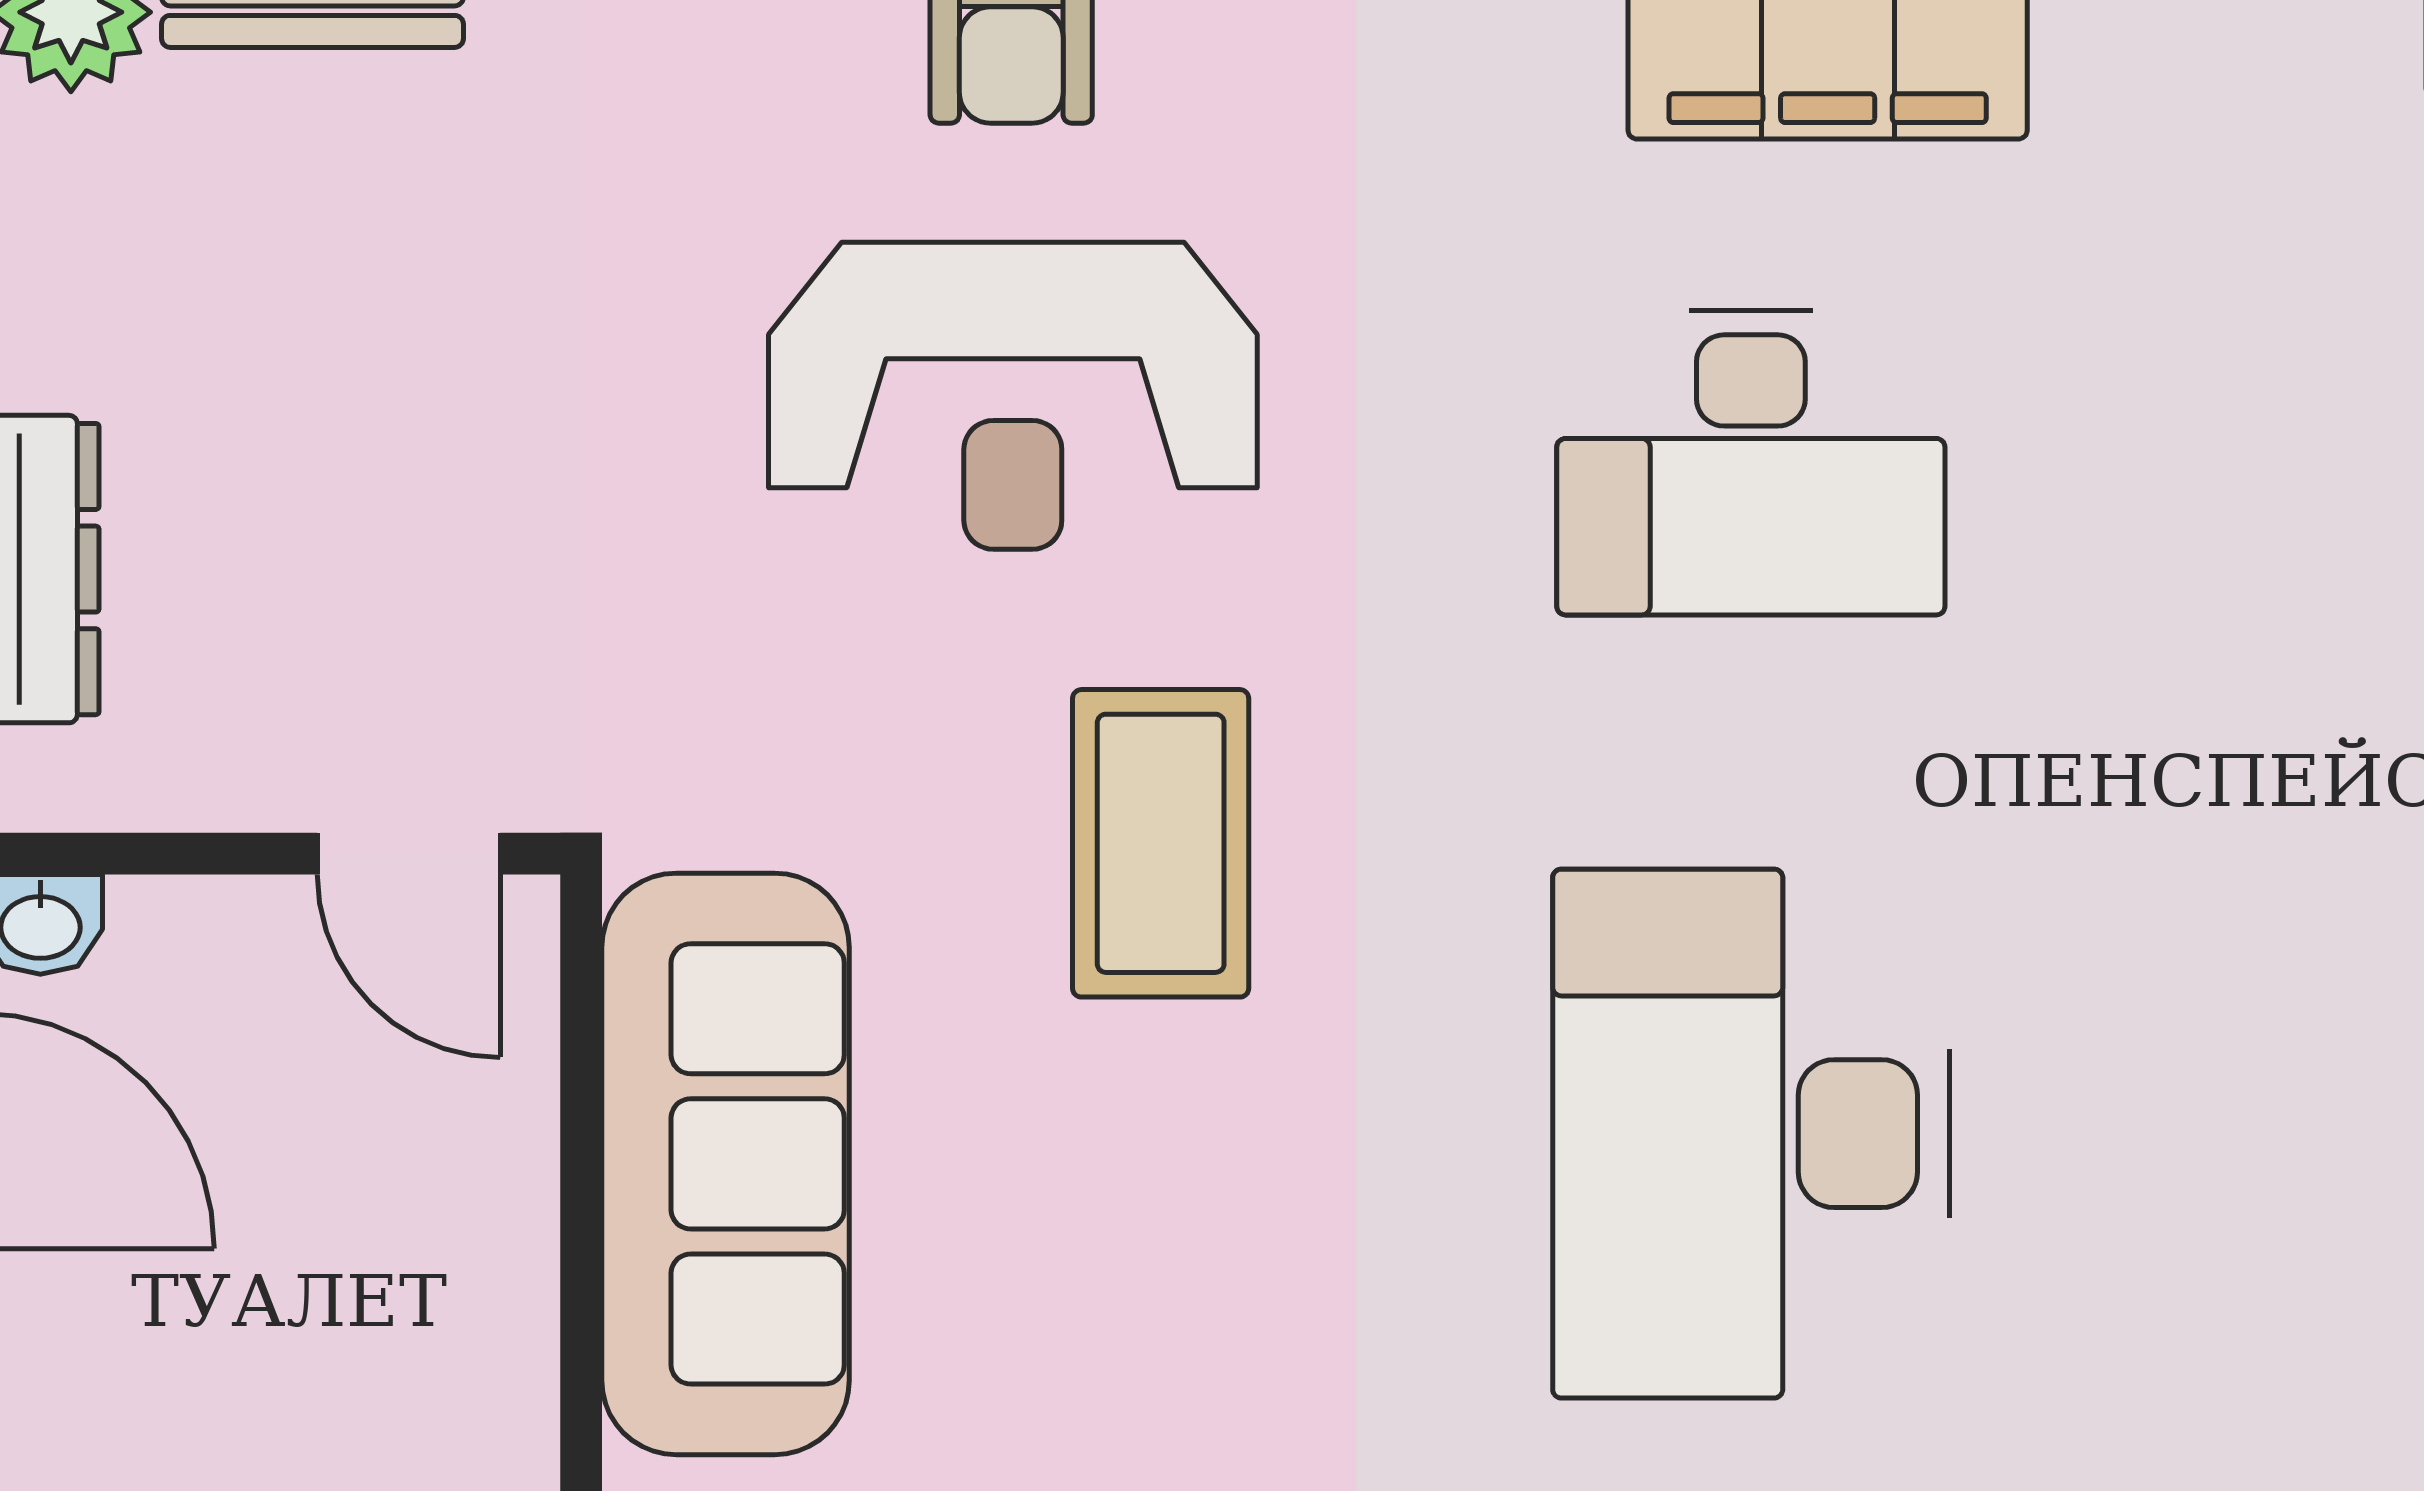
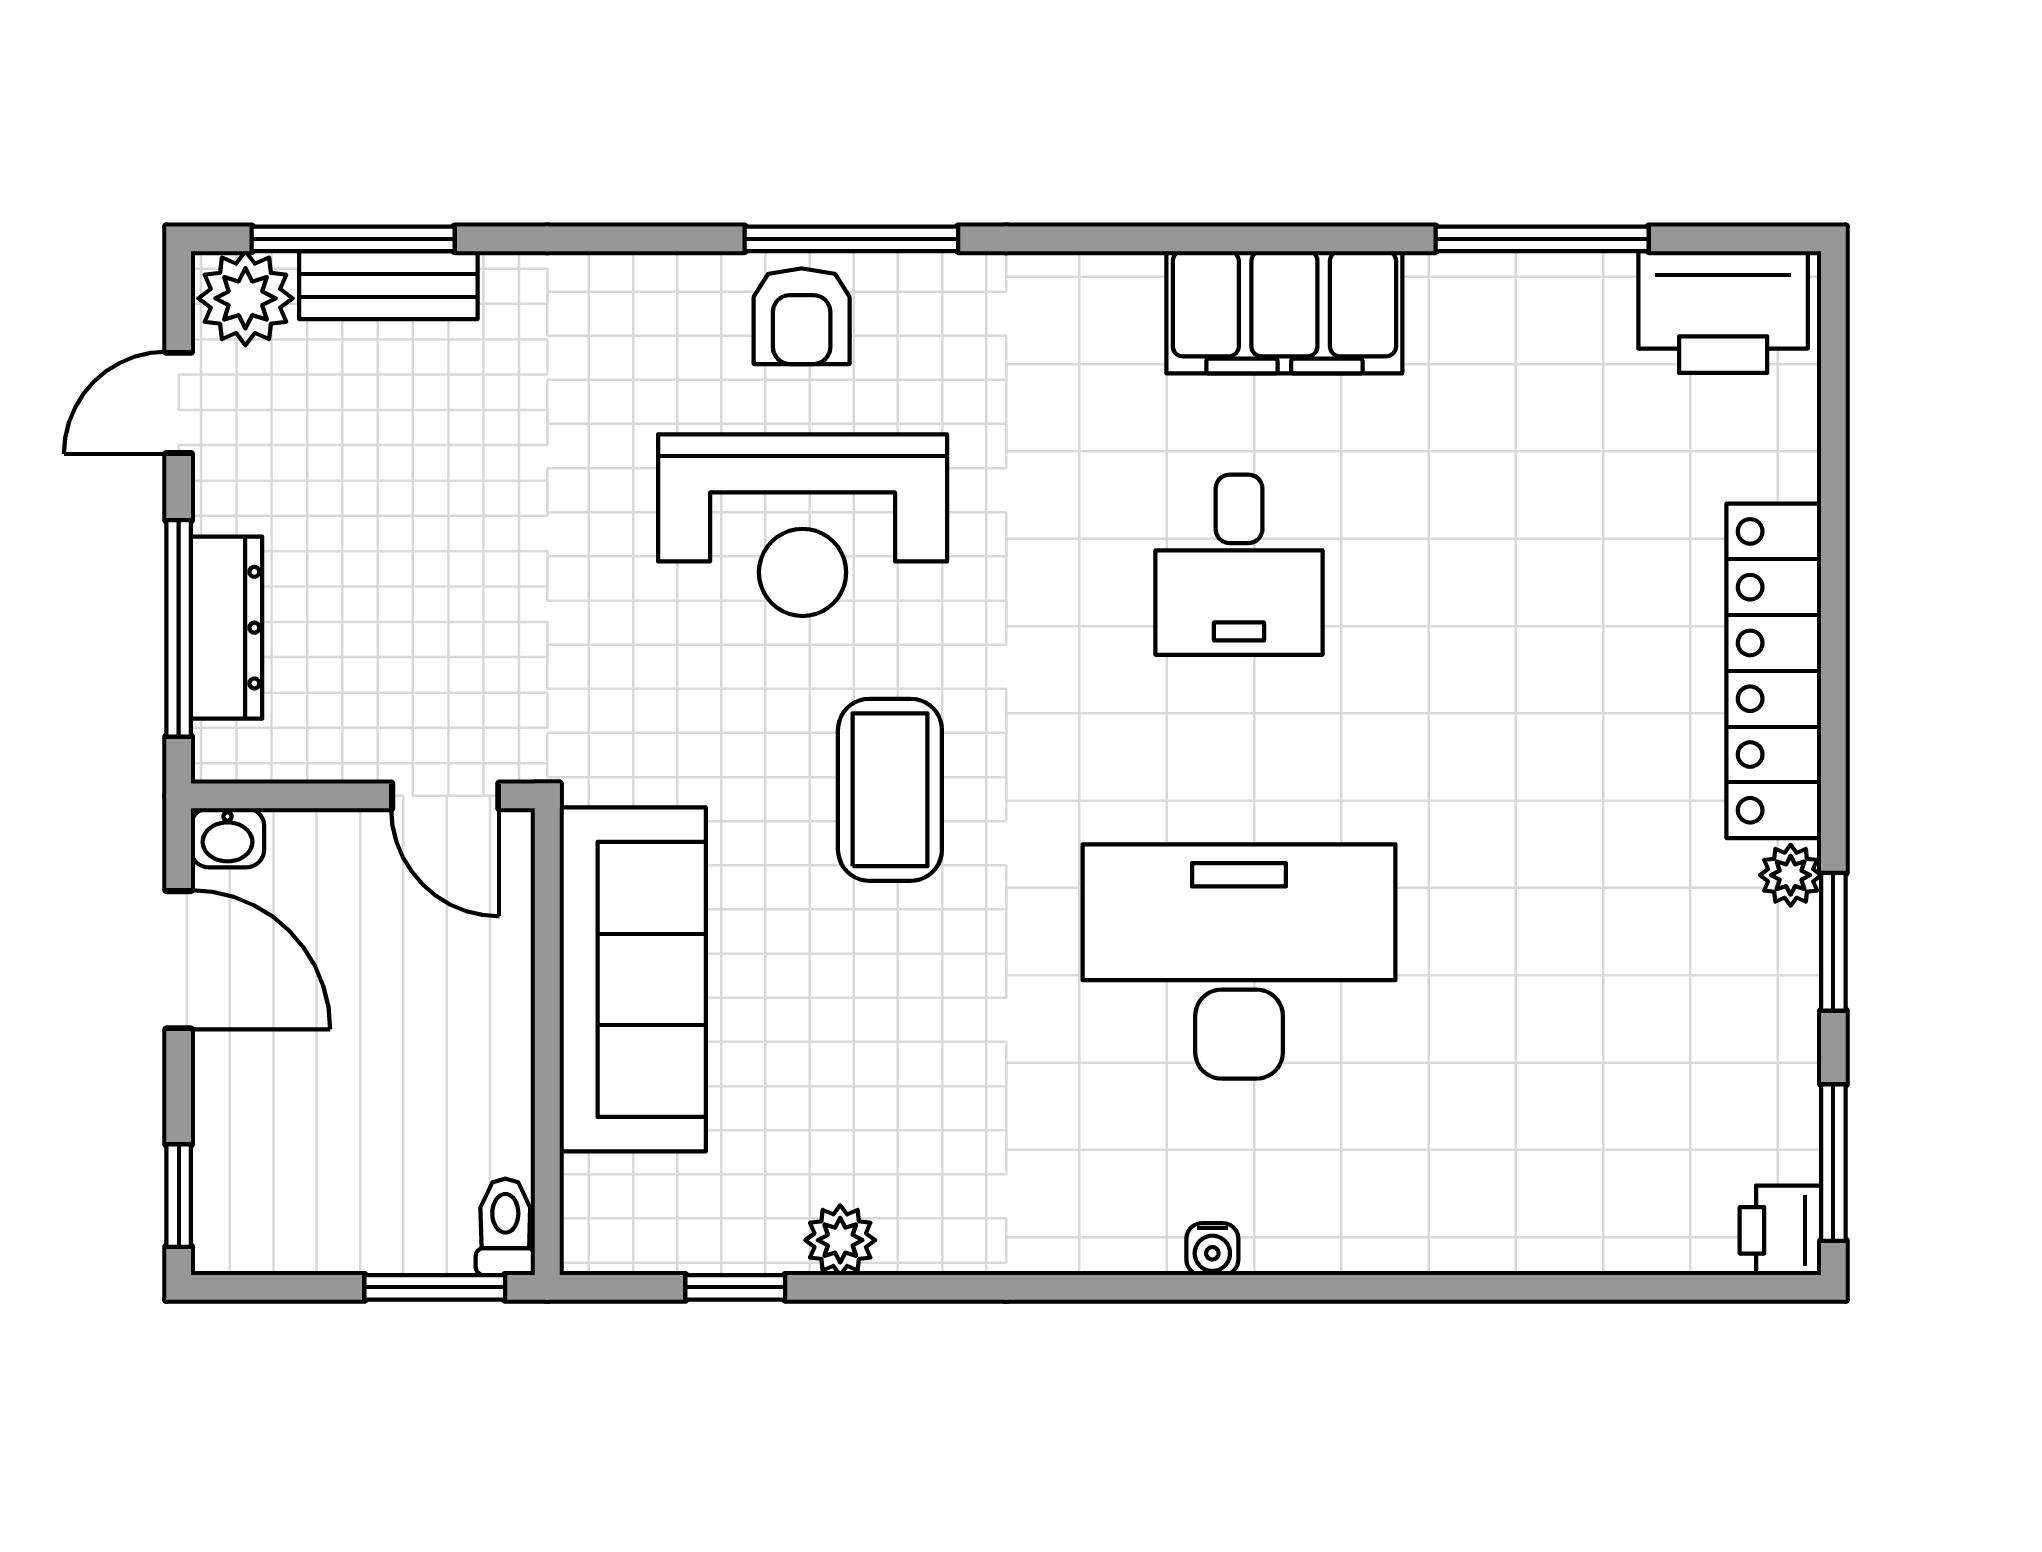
desk: (1751, 463) -> (1239, 565), width x0.73
desk: (1751, 1134) -> (1239, 961), turned 90

